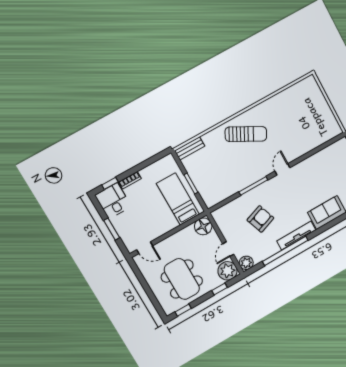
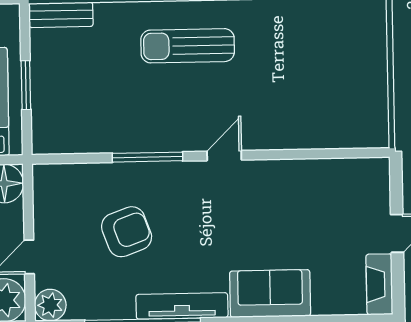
sun lounger: (246, 134) -> (188, 46), turned 152

